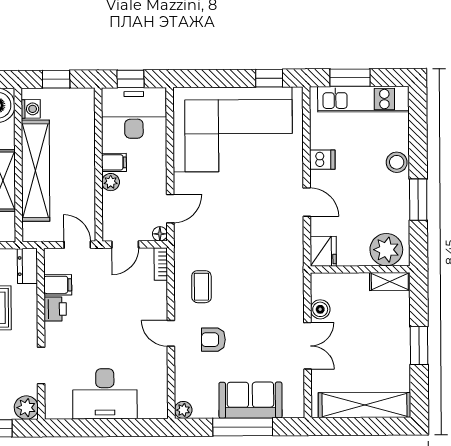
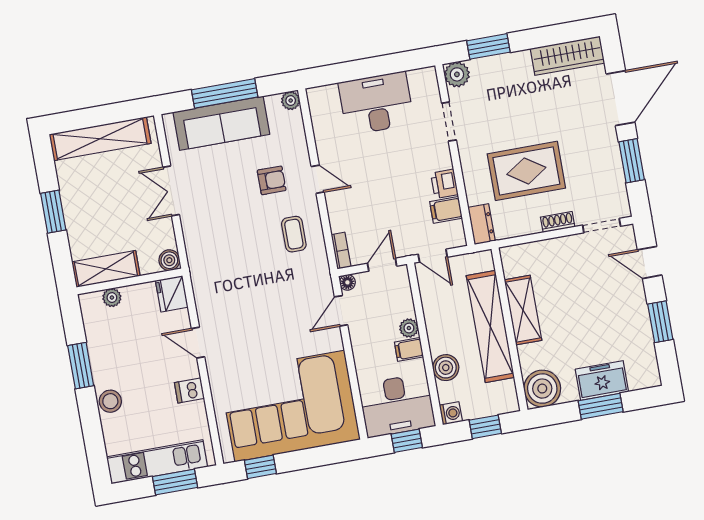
washing machine: (31, 109) -> (451, 413), moved, turned 180
boiler: (83, 140) -> (446, 368), added
plant: (386, 250) -> (112, 298), width x0.53, depth x0.53
shelving: (390, 282) -> (106, 269), width x1.50, depth x1.33
boiler: (320, 309) -> (169, 260), moved
sofa: (250, 400) -> (221, 123), width x1.36

